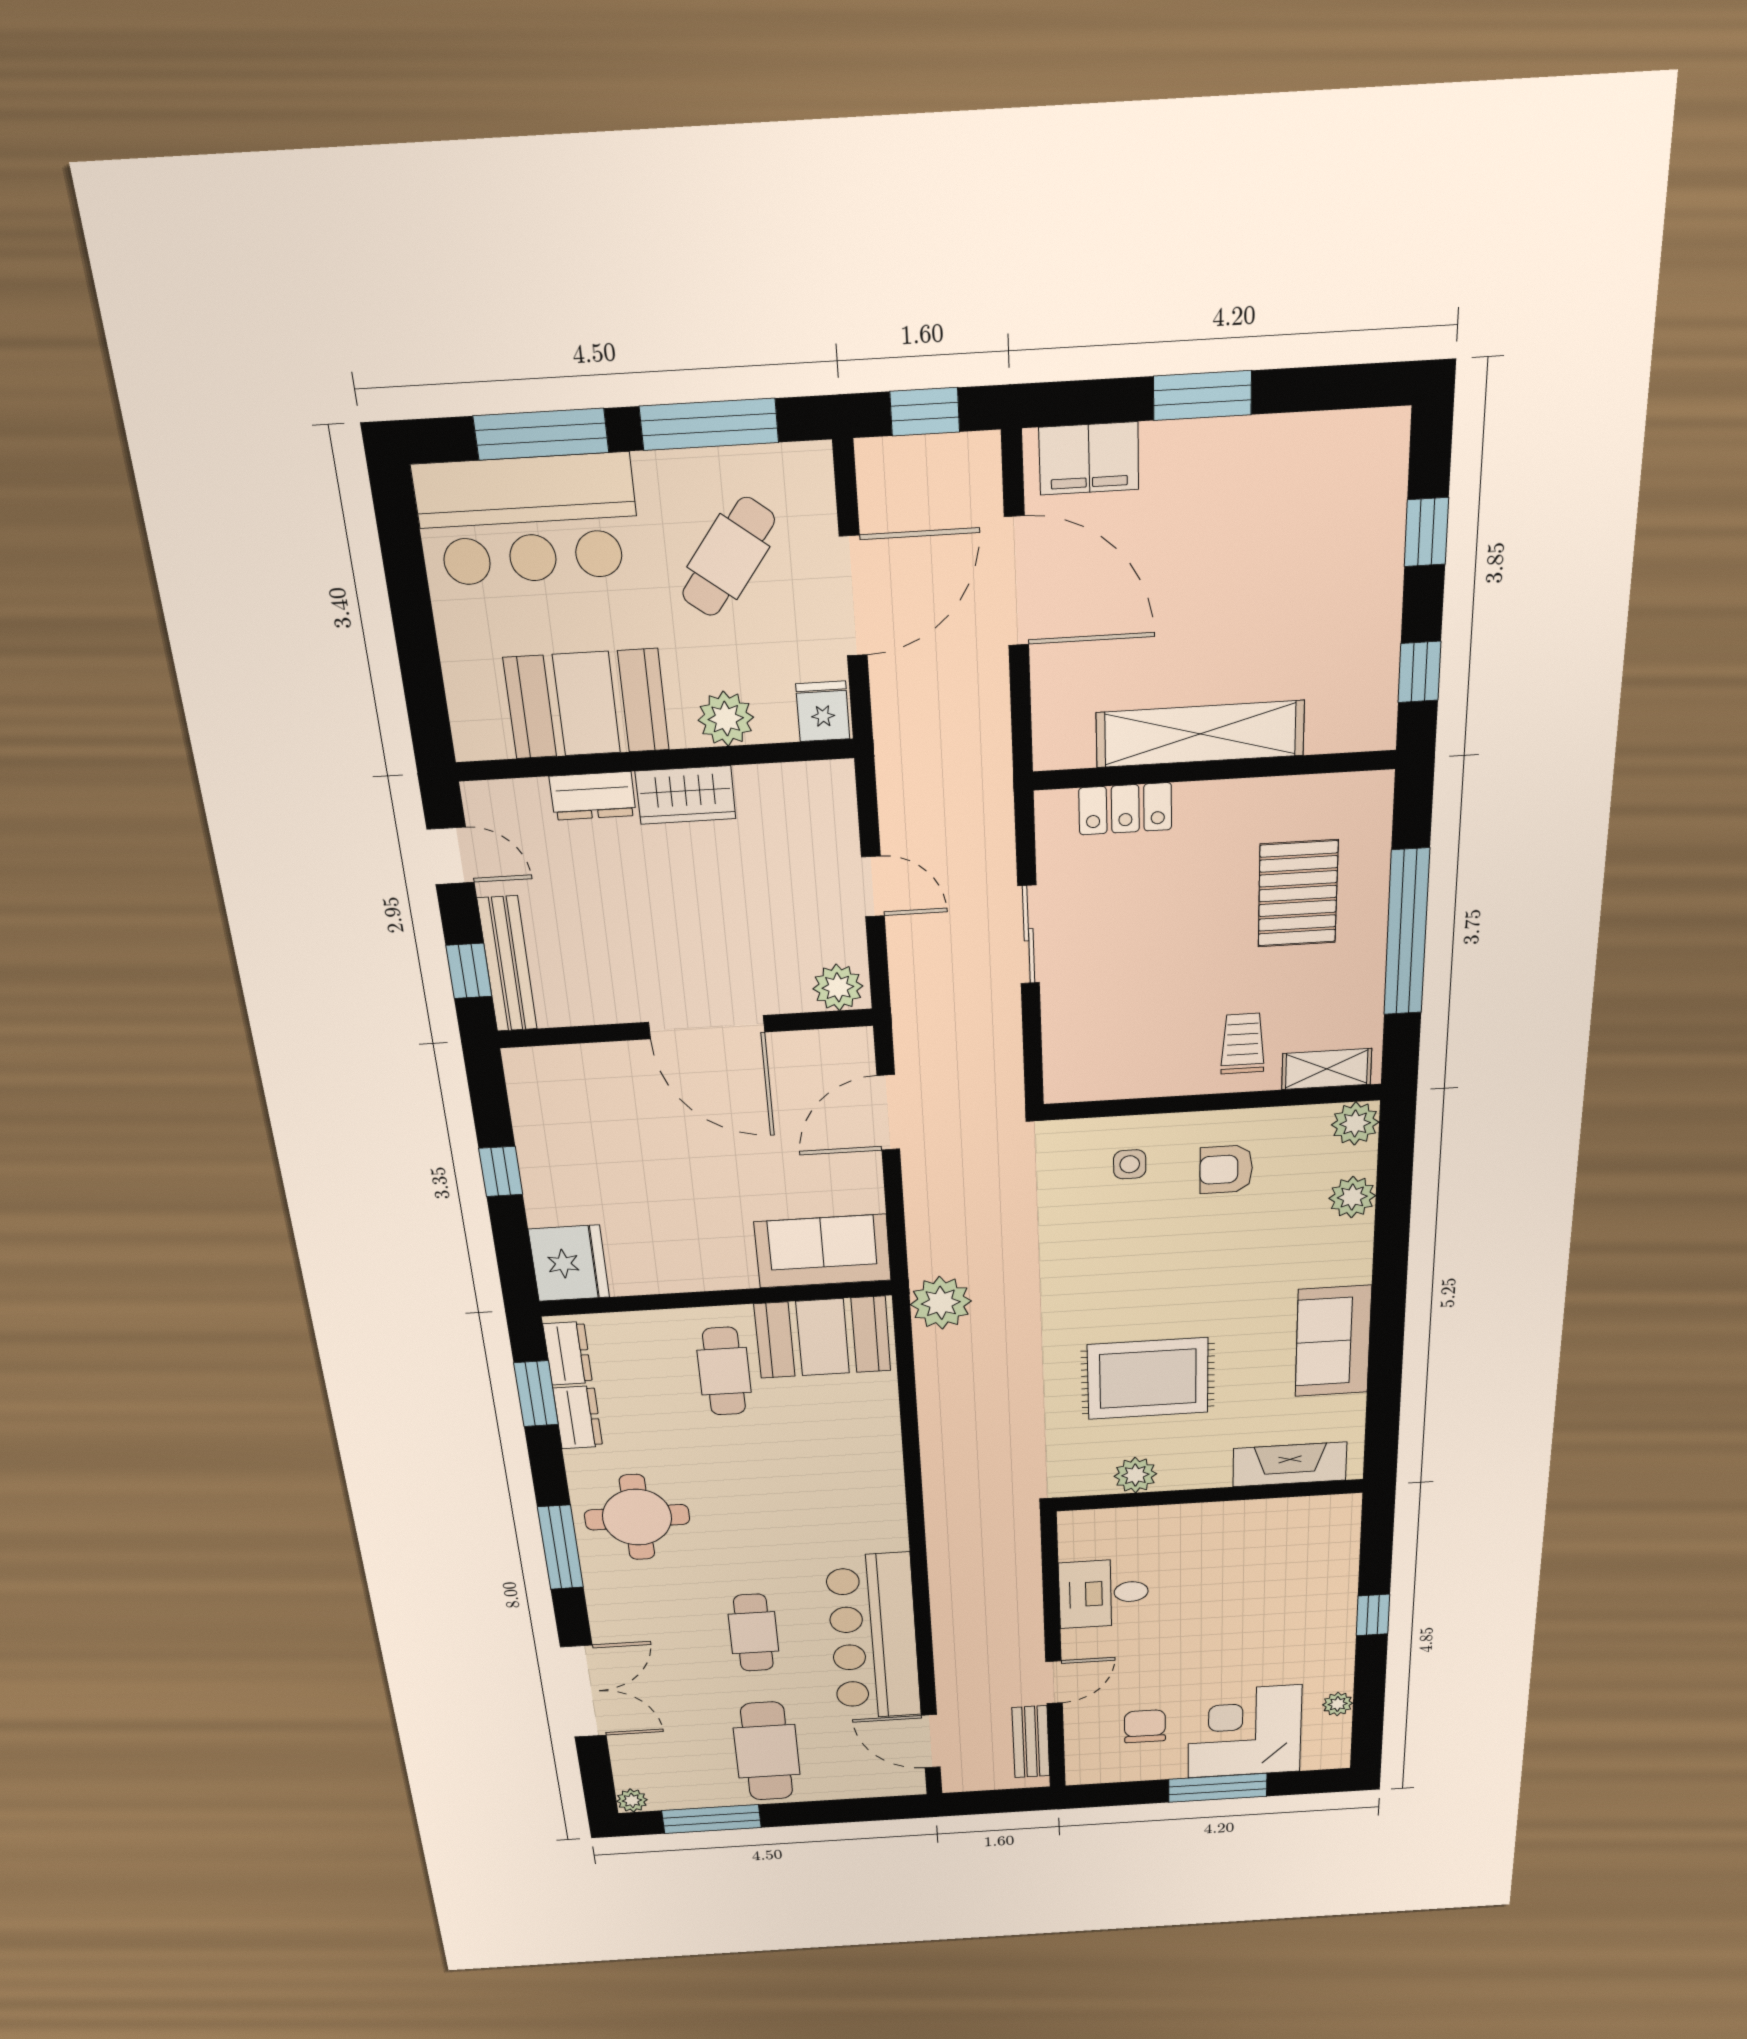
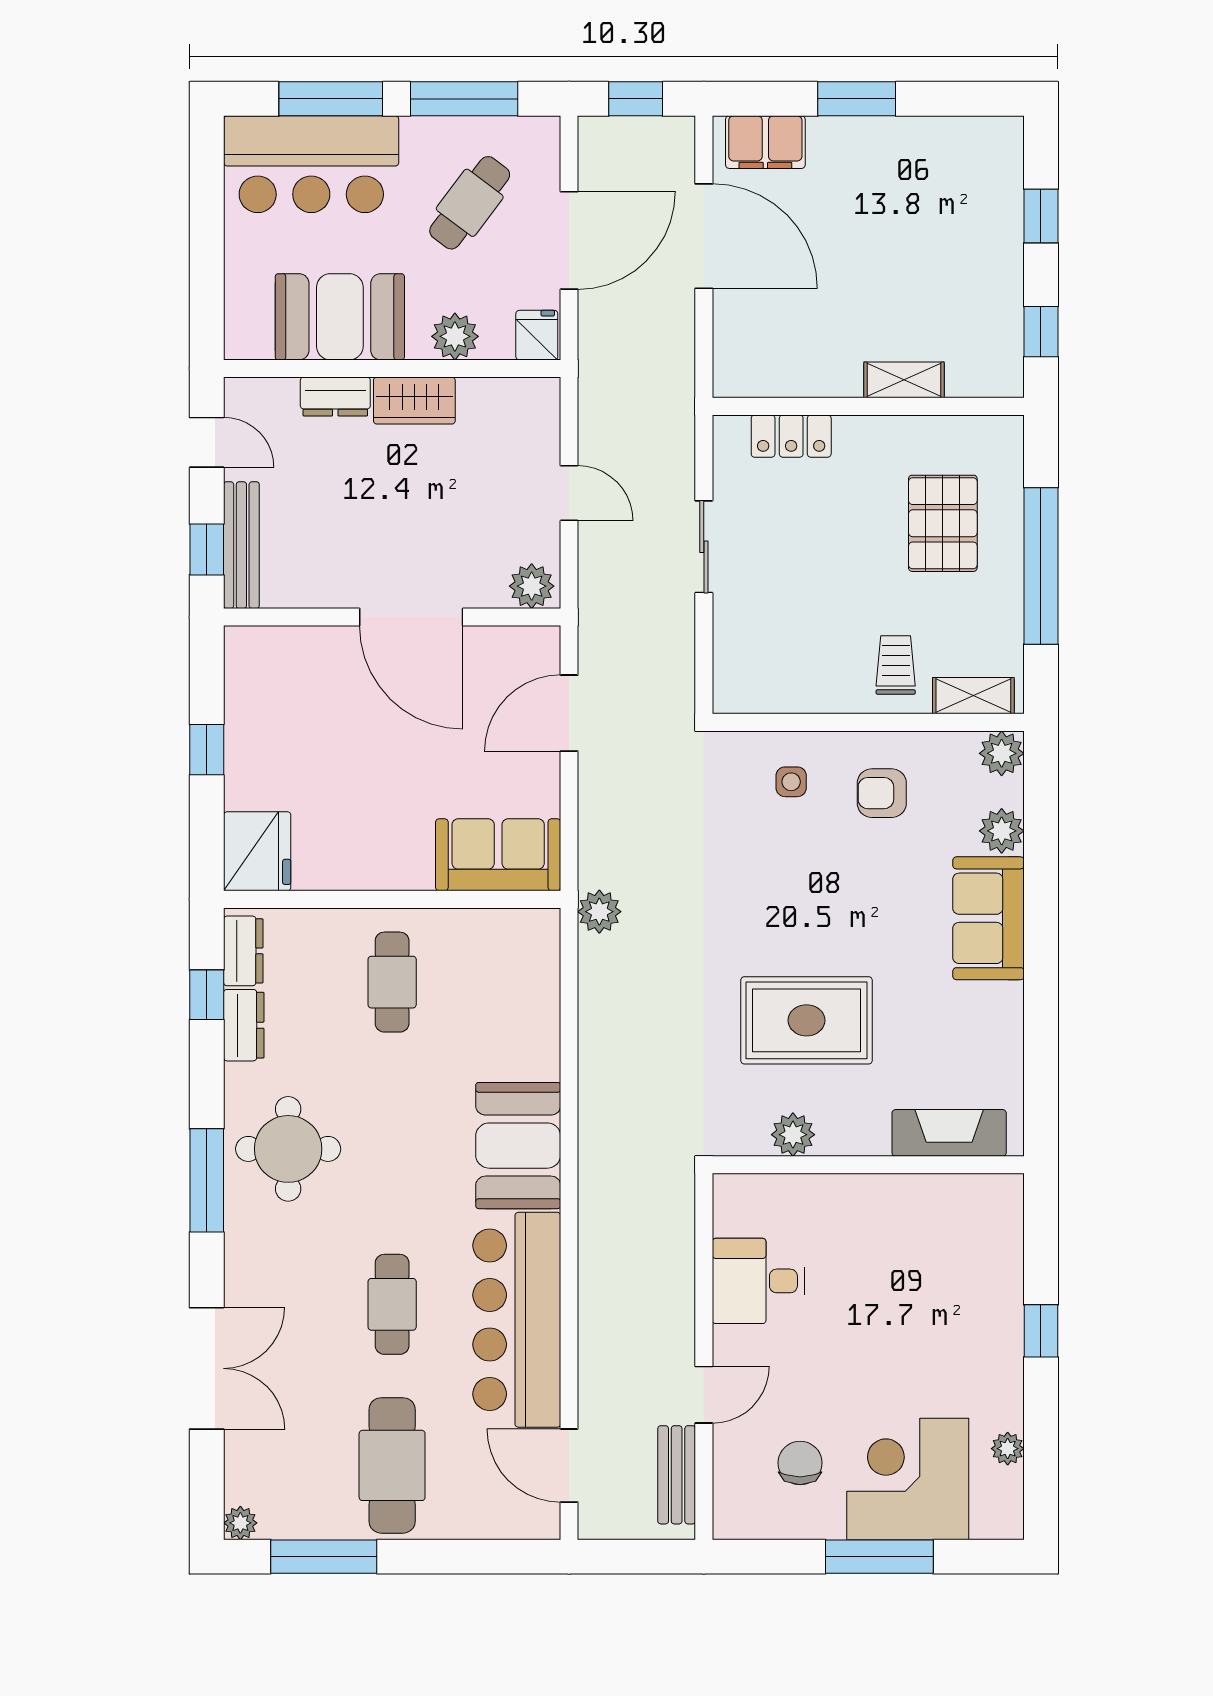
shelving: (1200, 734) -> (904, 380), width x0.45, depth x0.75
plant: (941, 1303) -> (599, 912), width x0.73, depth x0.73
booth: (823, 1337) -> (518, 1146), moved, turned 90
sofa: (1333, 1341) -> (989, 918), moved
window: (536, 1394) -> (207, 995), width x0.67

